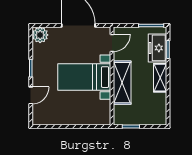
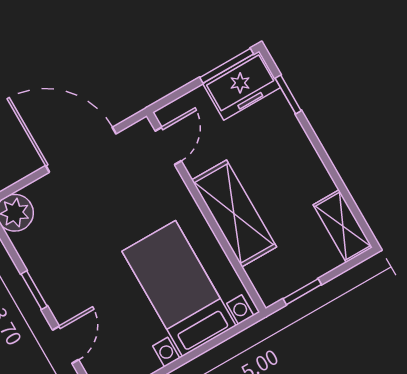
freezer: (157, 48) -> (242, 86), moved, turned -90
bed with nightstands: (84, 77) -> (179, 289), moved, turned 90
shelving: (160, 78) -> (343, 226), moved

